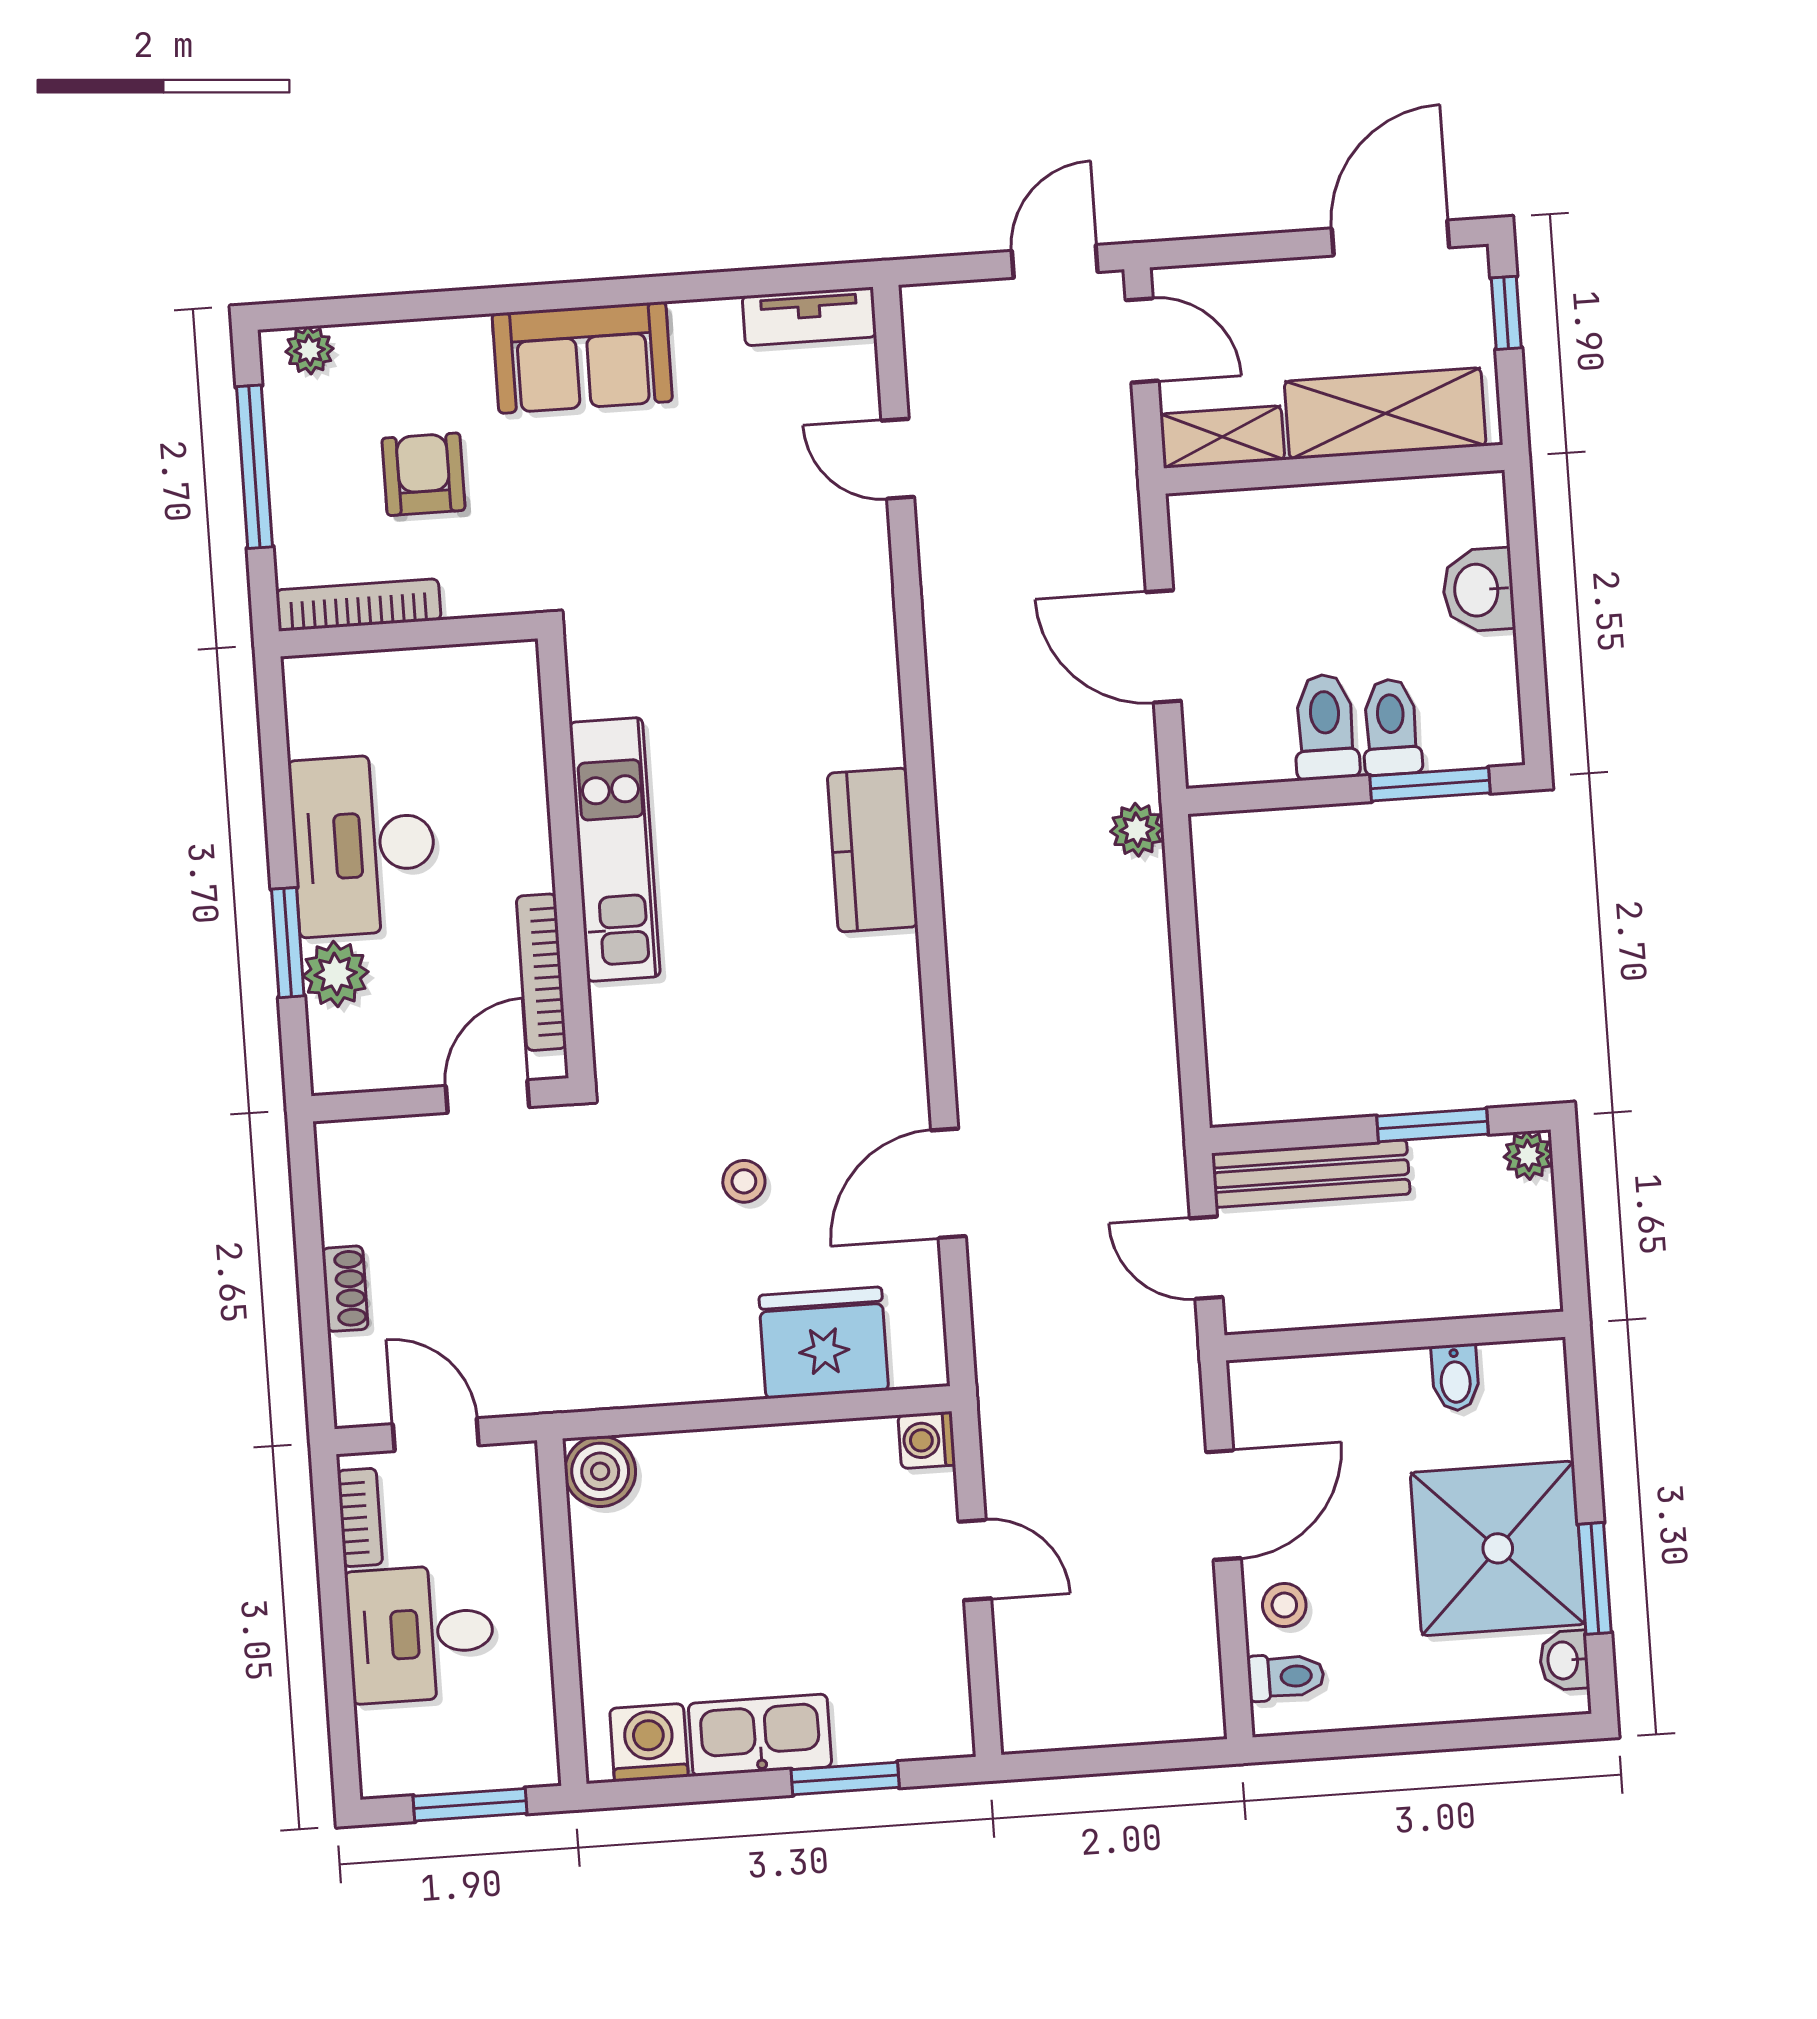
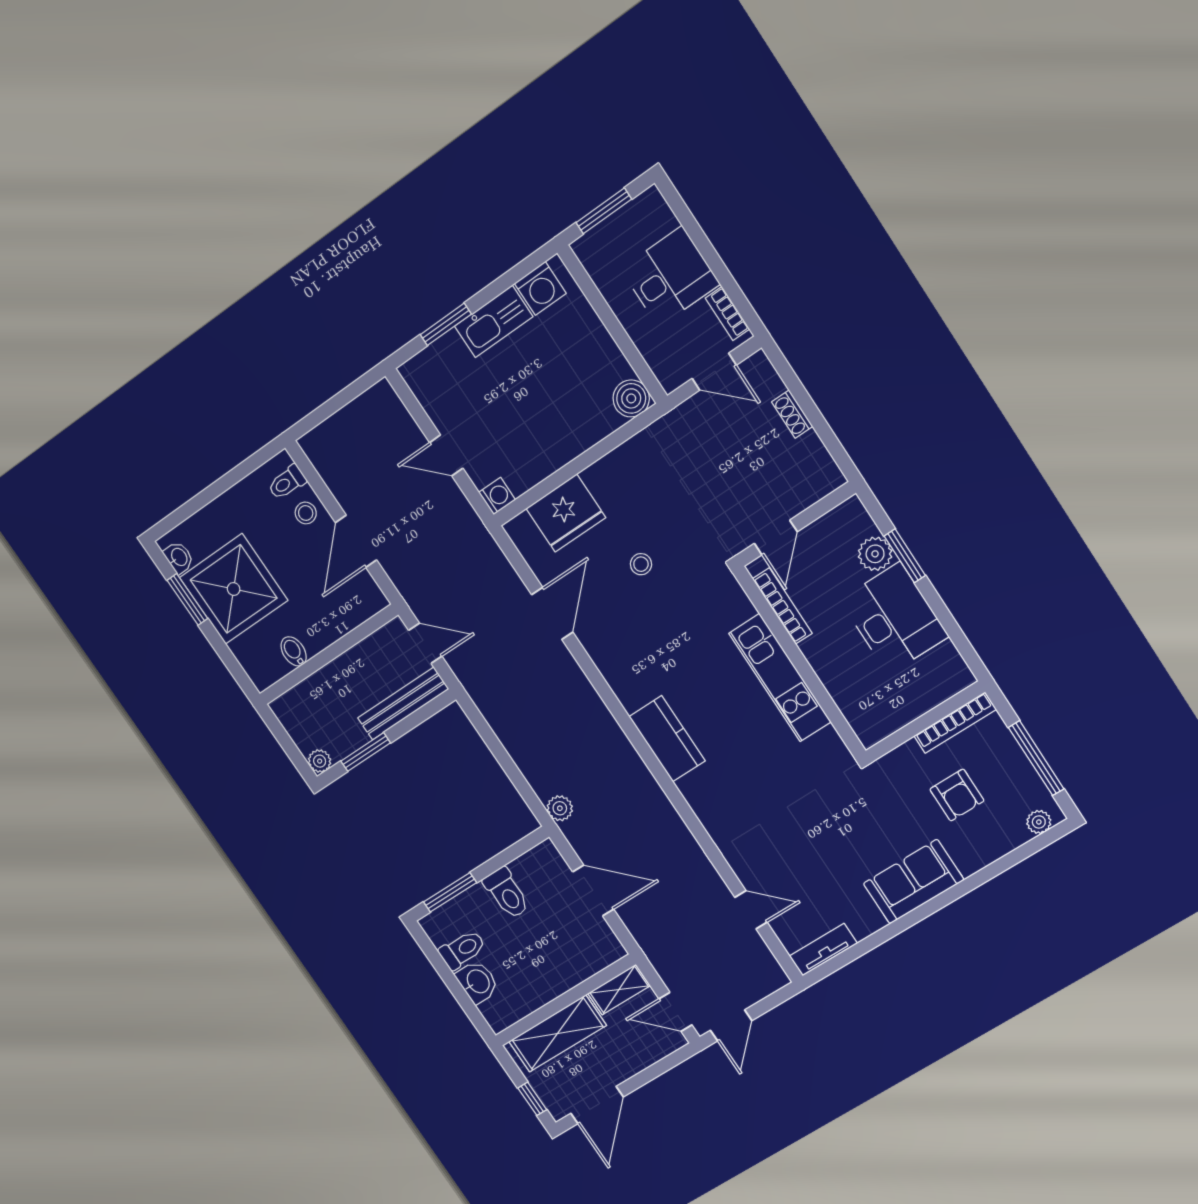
toilet: (1391, 727) -> (462, 950), moved, turned -90

